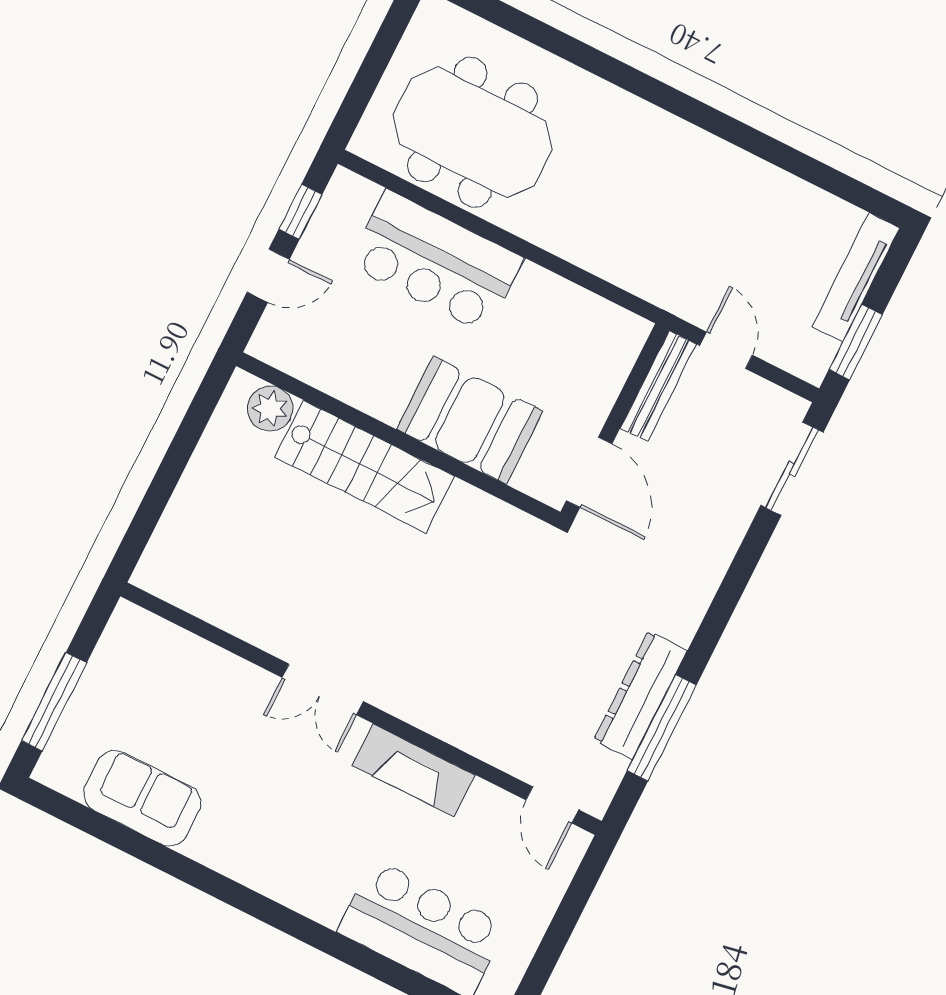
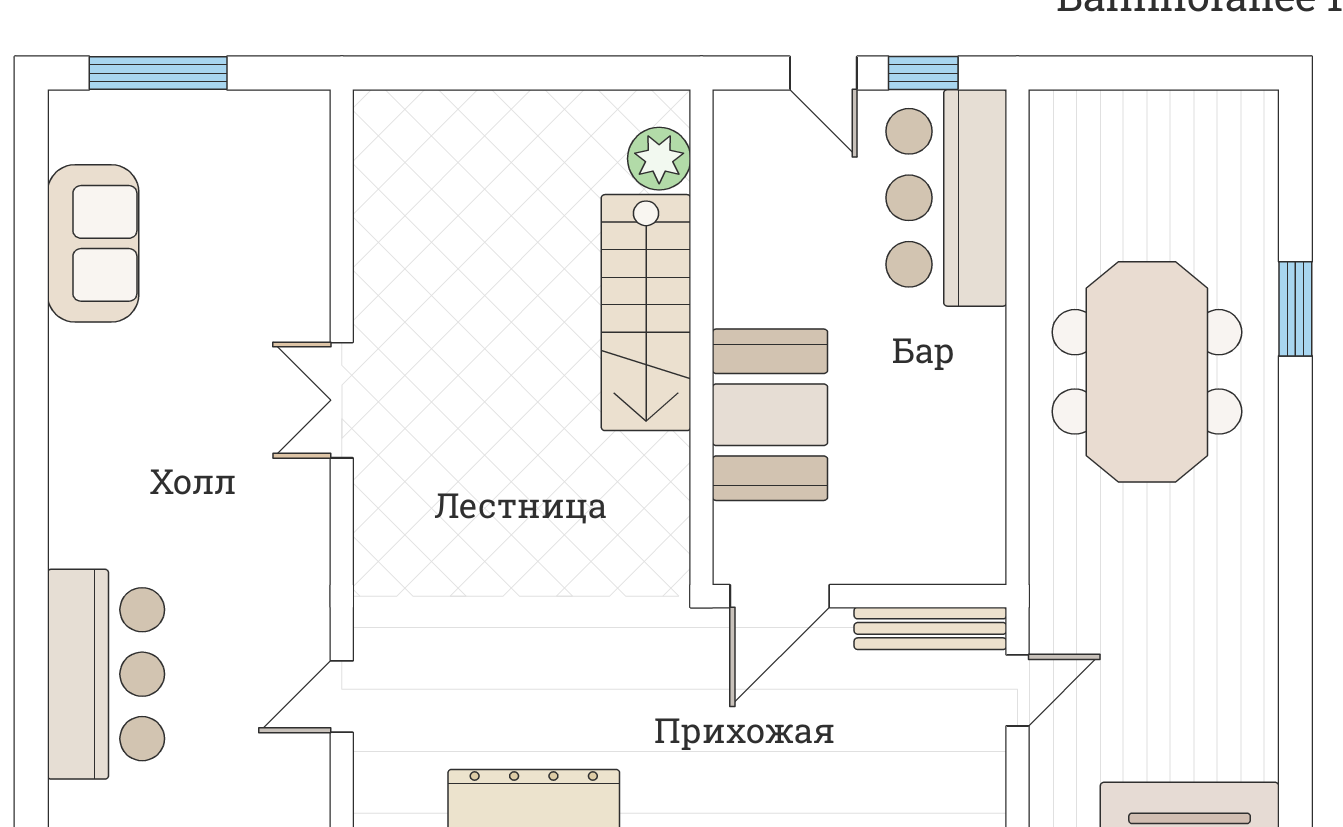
window: (571, 50) -> (1295, 309), added
meeting table: (473, 132) -> (1147, 372), moved
bar counter: (436, 261) -> (946, 198), moved
fireplace: (413, 770) -> (298, 564), removed
door: (552, 805) -> (342, 697), moved

